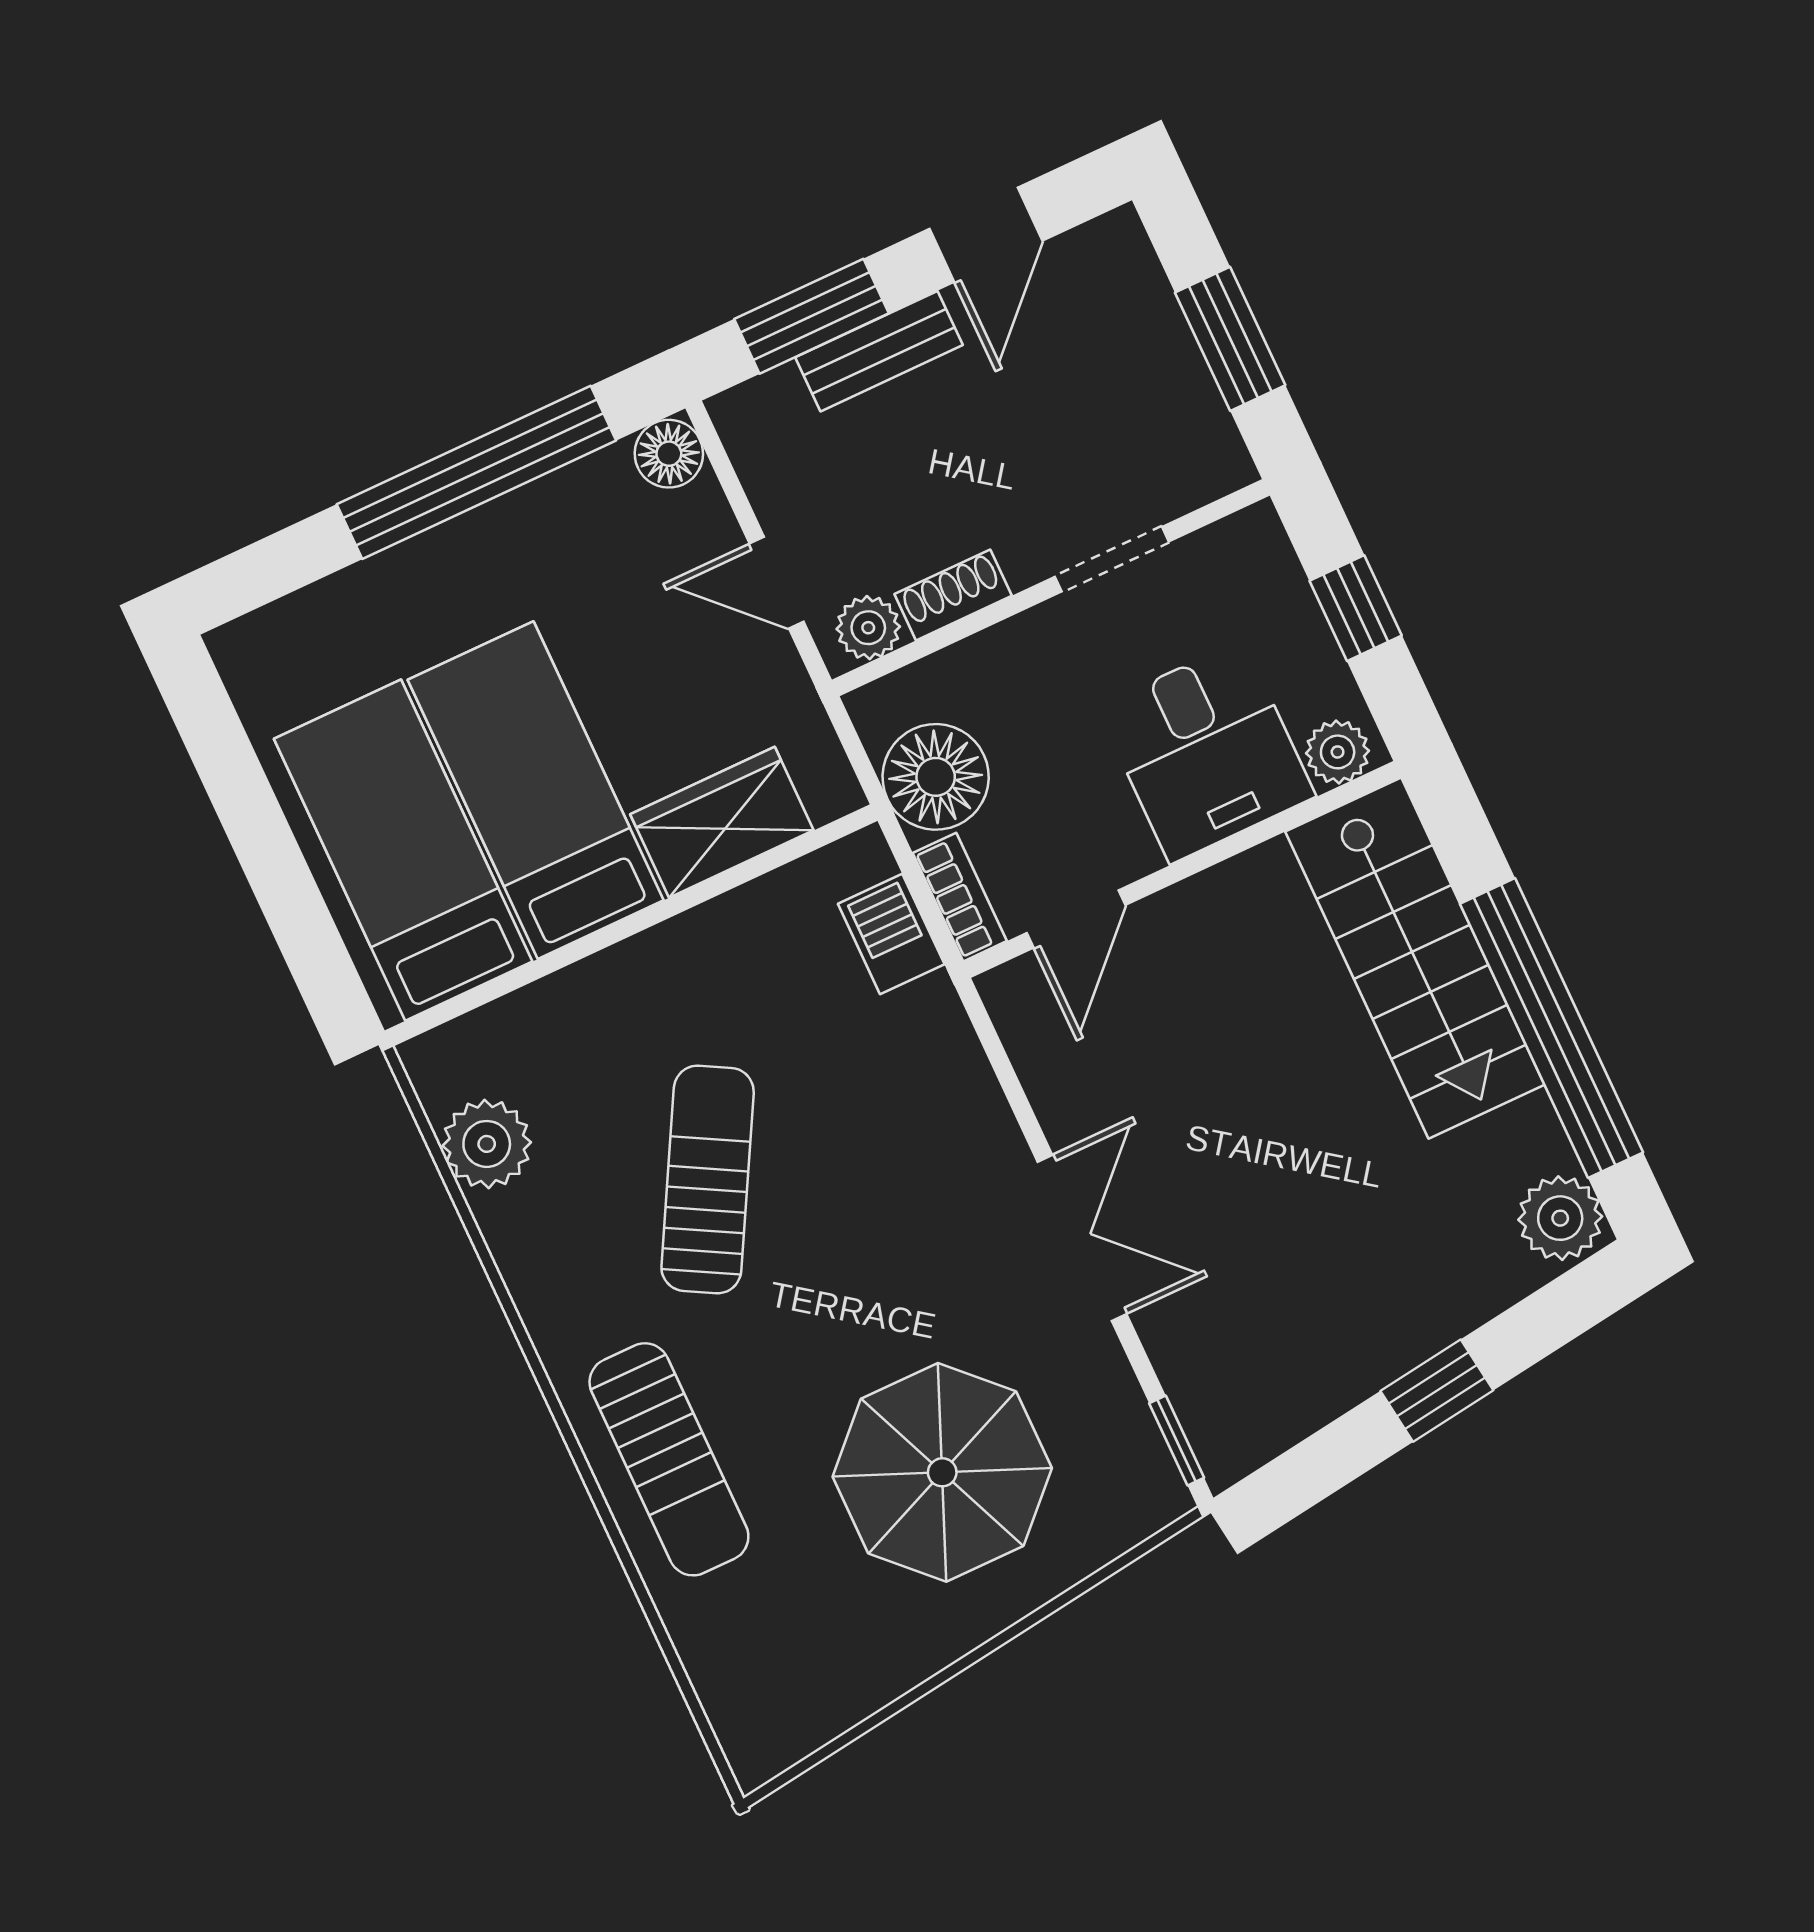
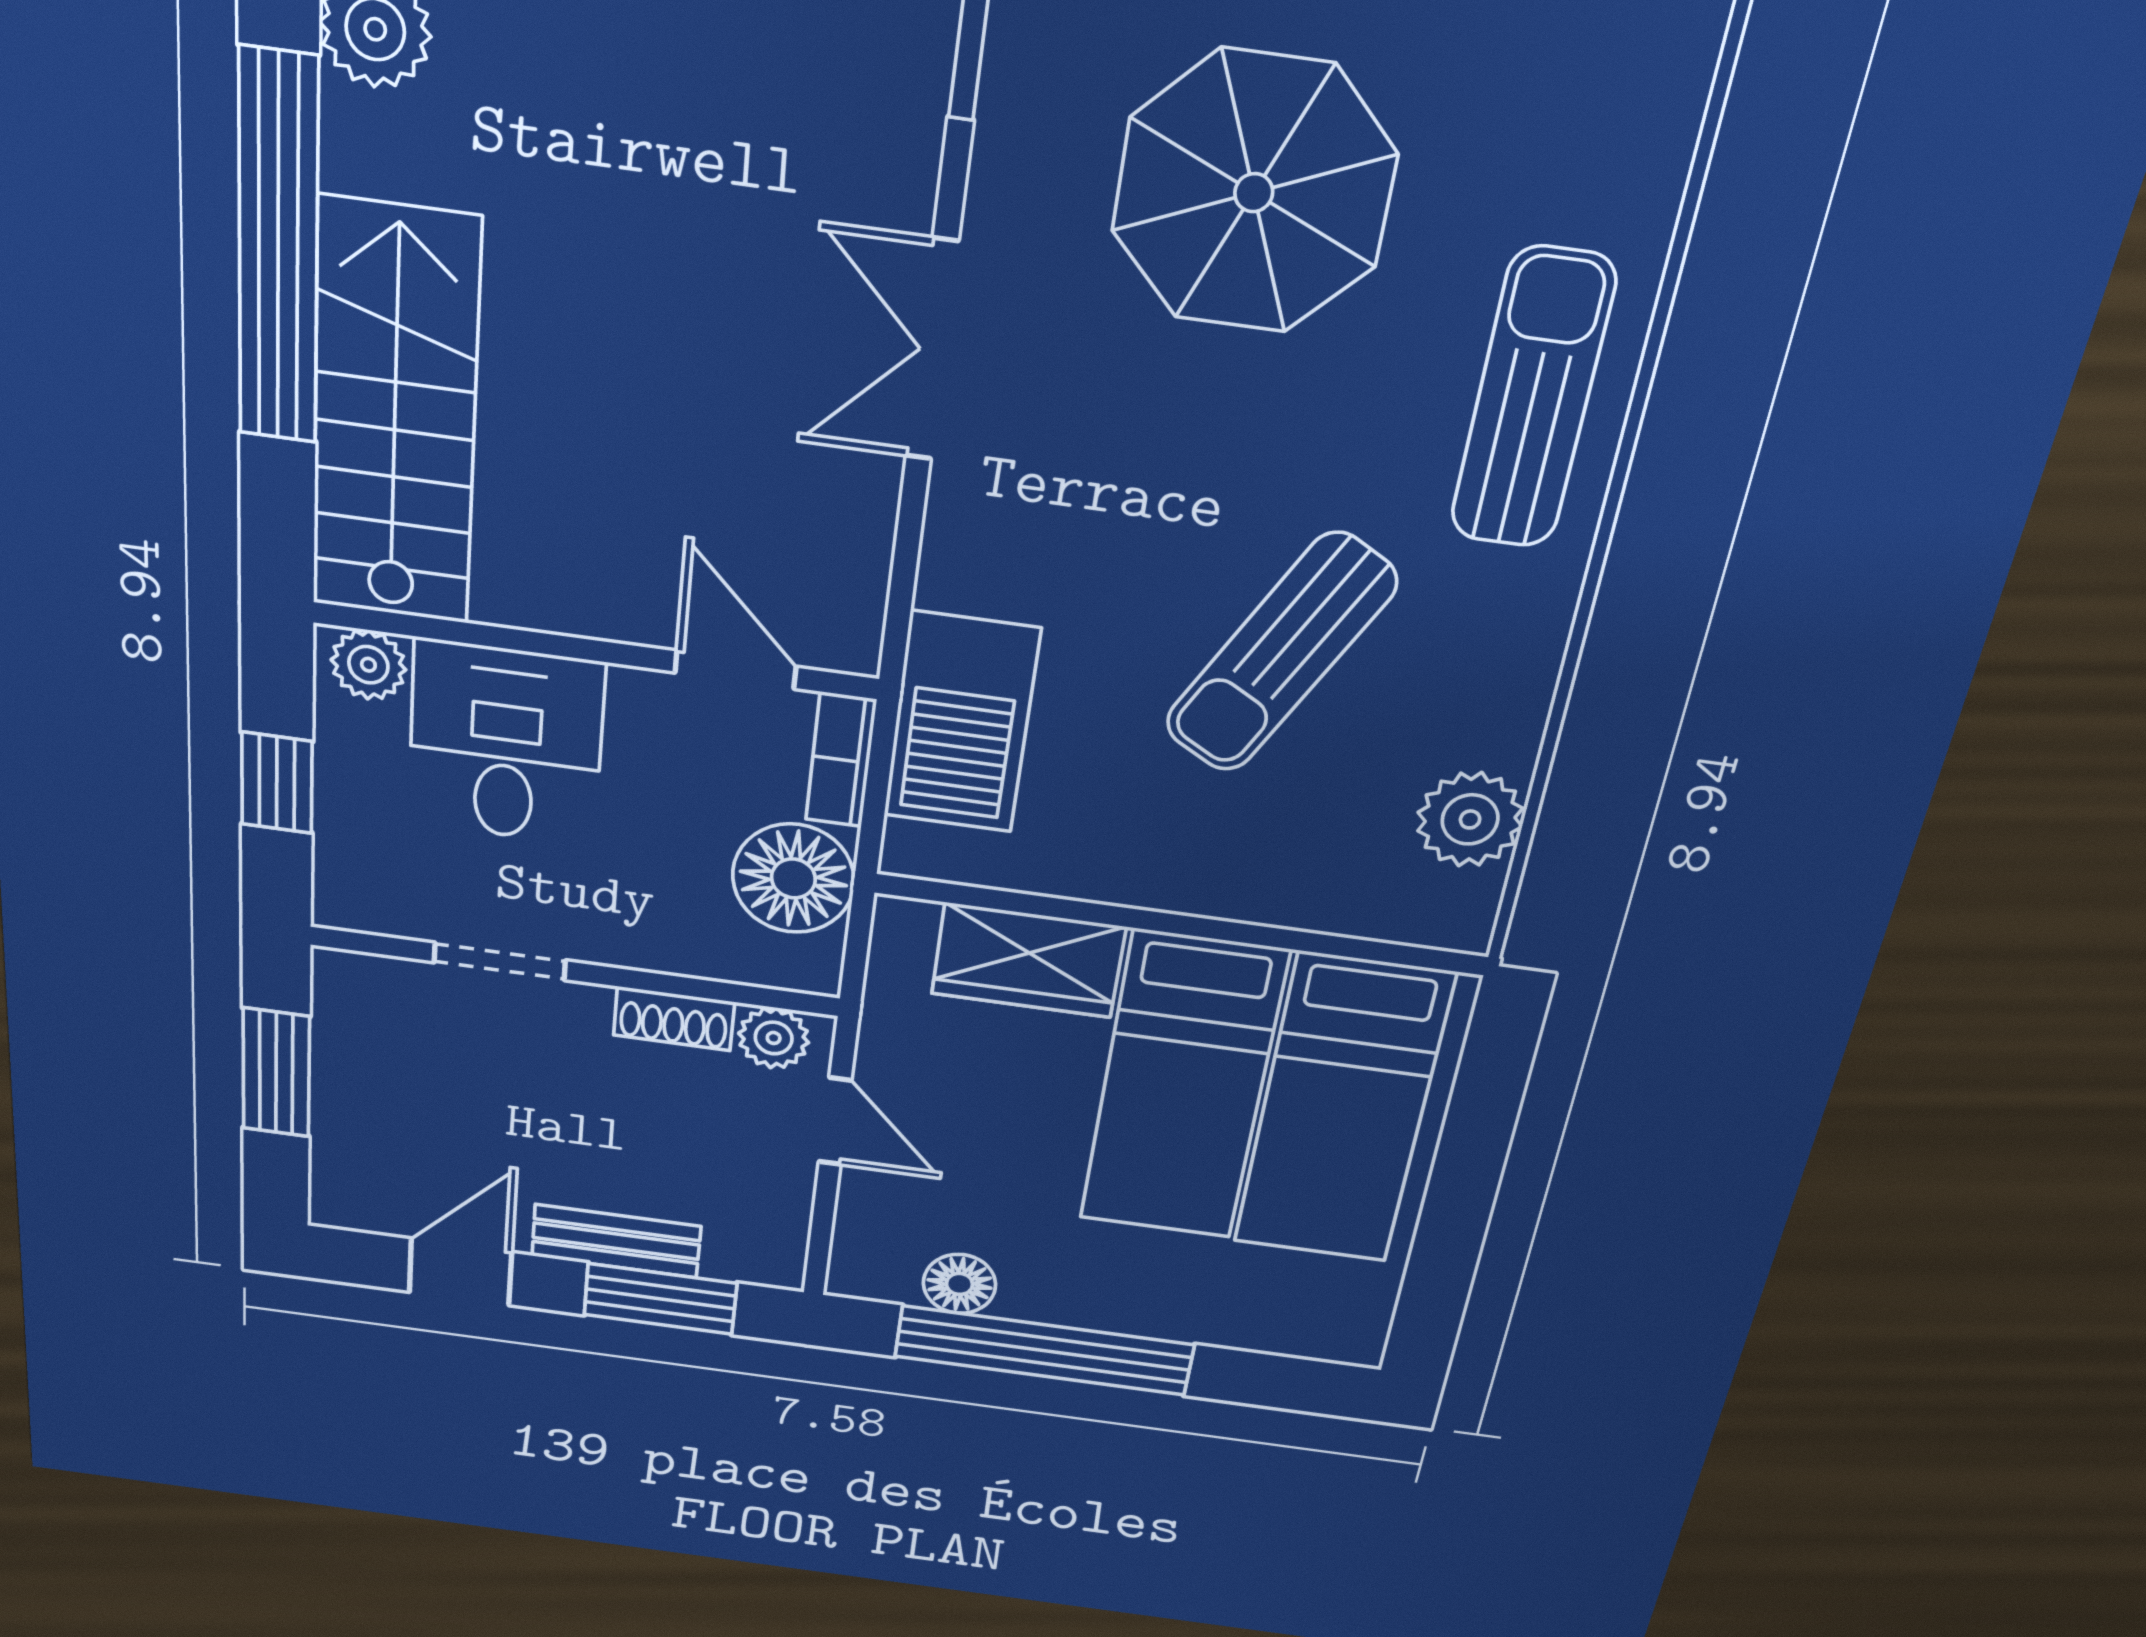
floor lamp: (669, 454) -> (959, 1284), moved
door: (1076, 919) -> (735, 670), hinge flipped
barbecue: (891, 934) -> (961, 723), width x1.88, depth x1.53

